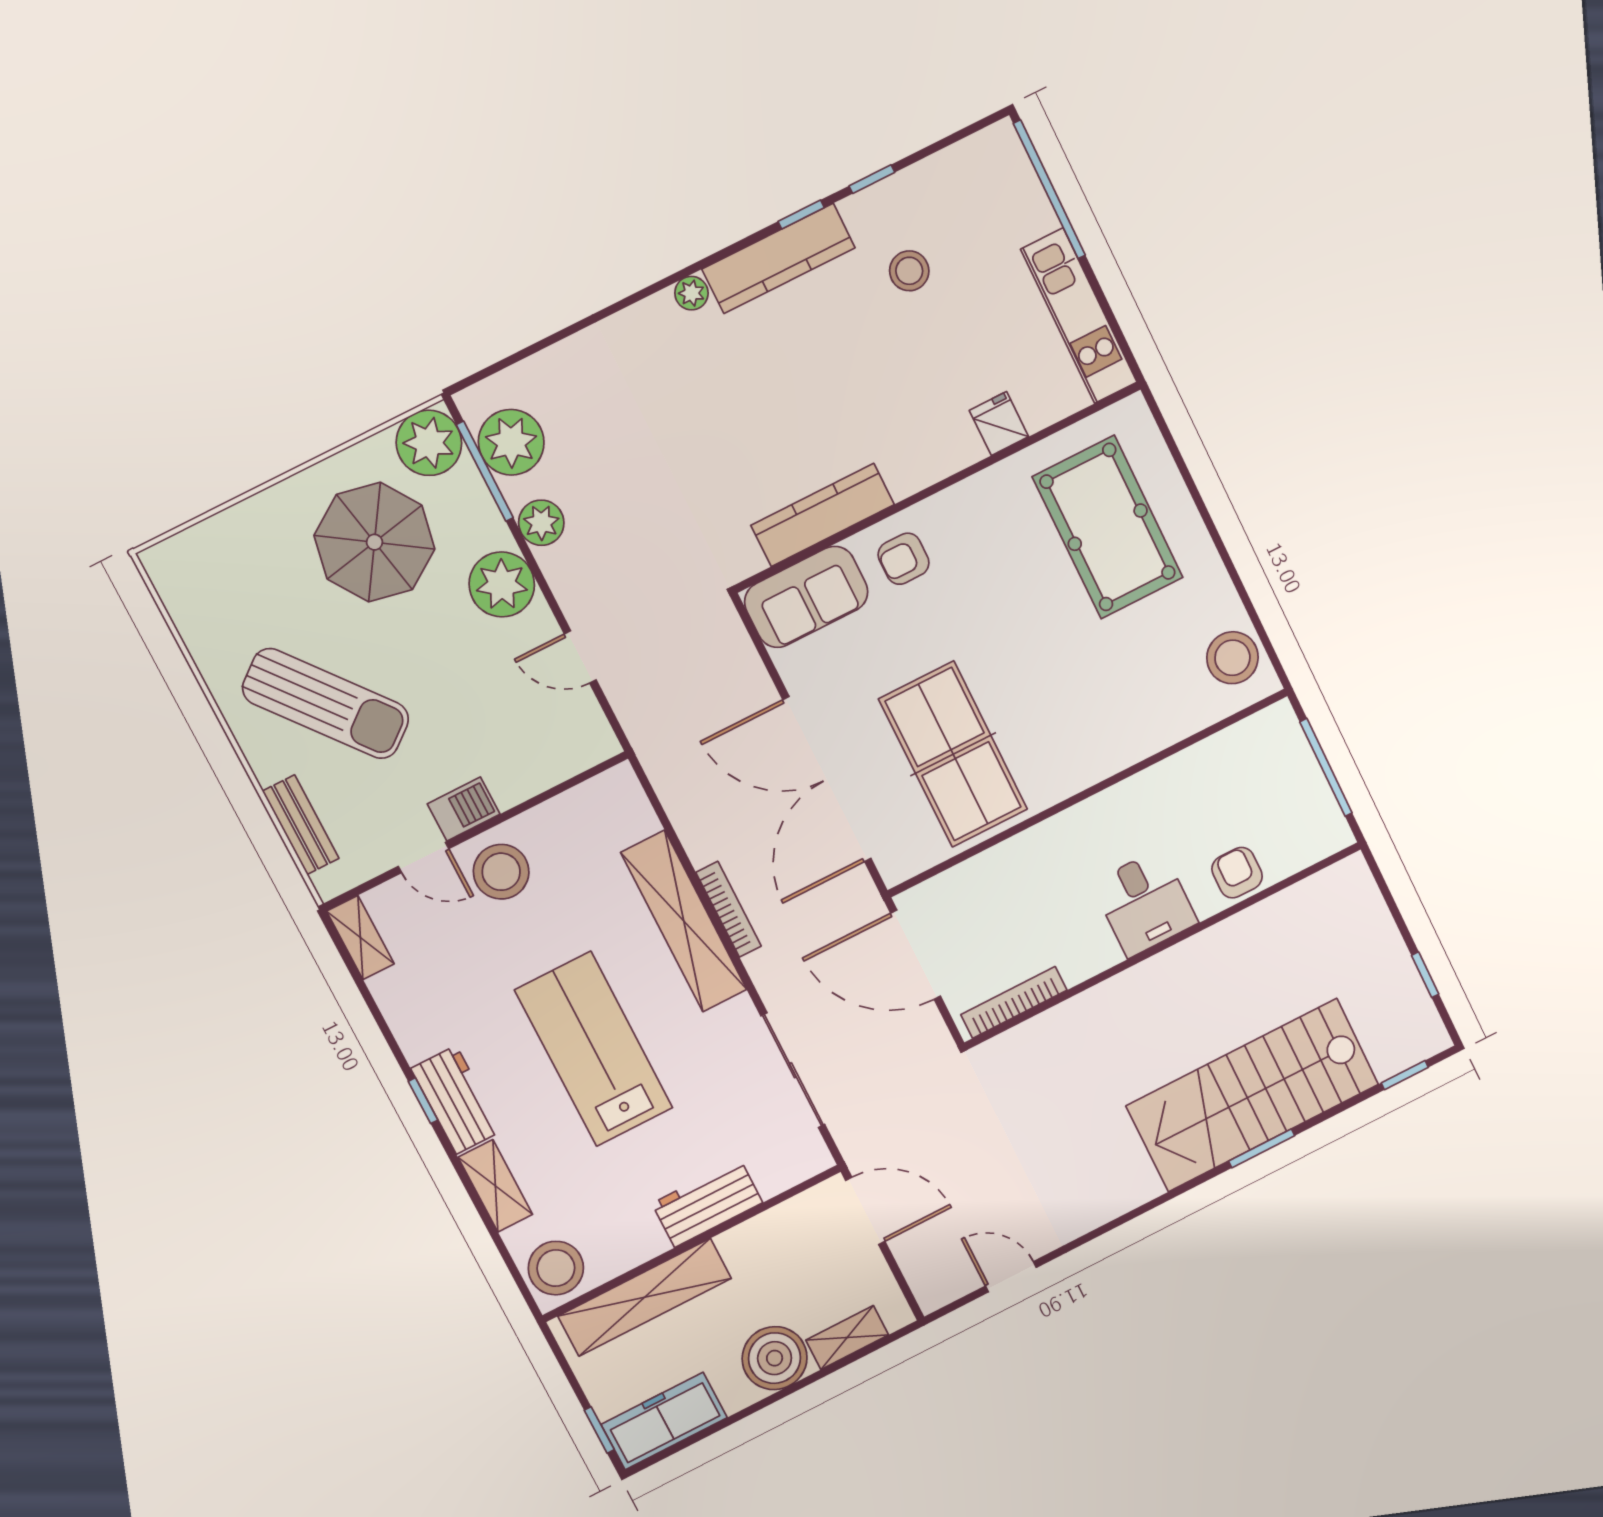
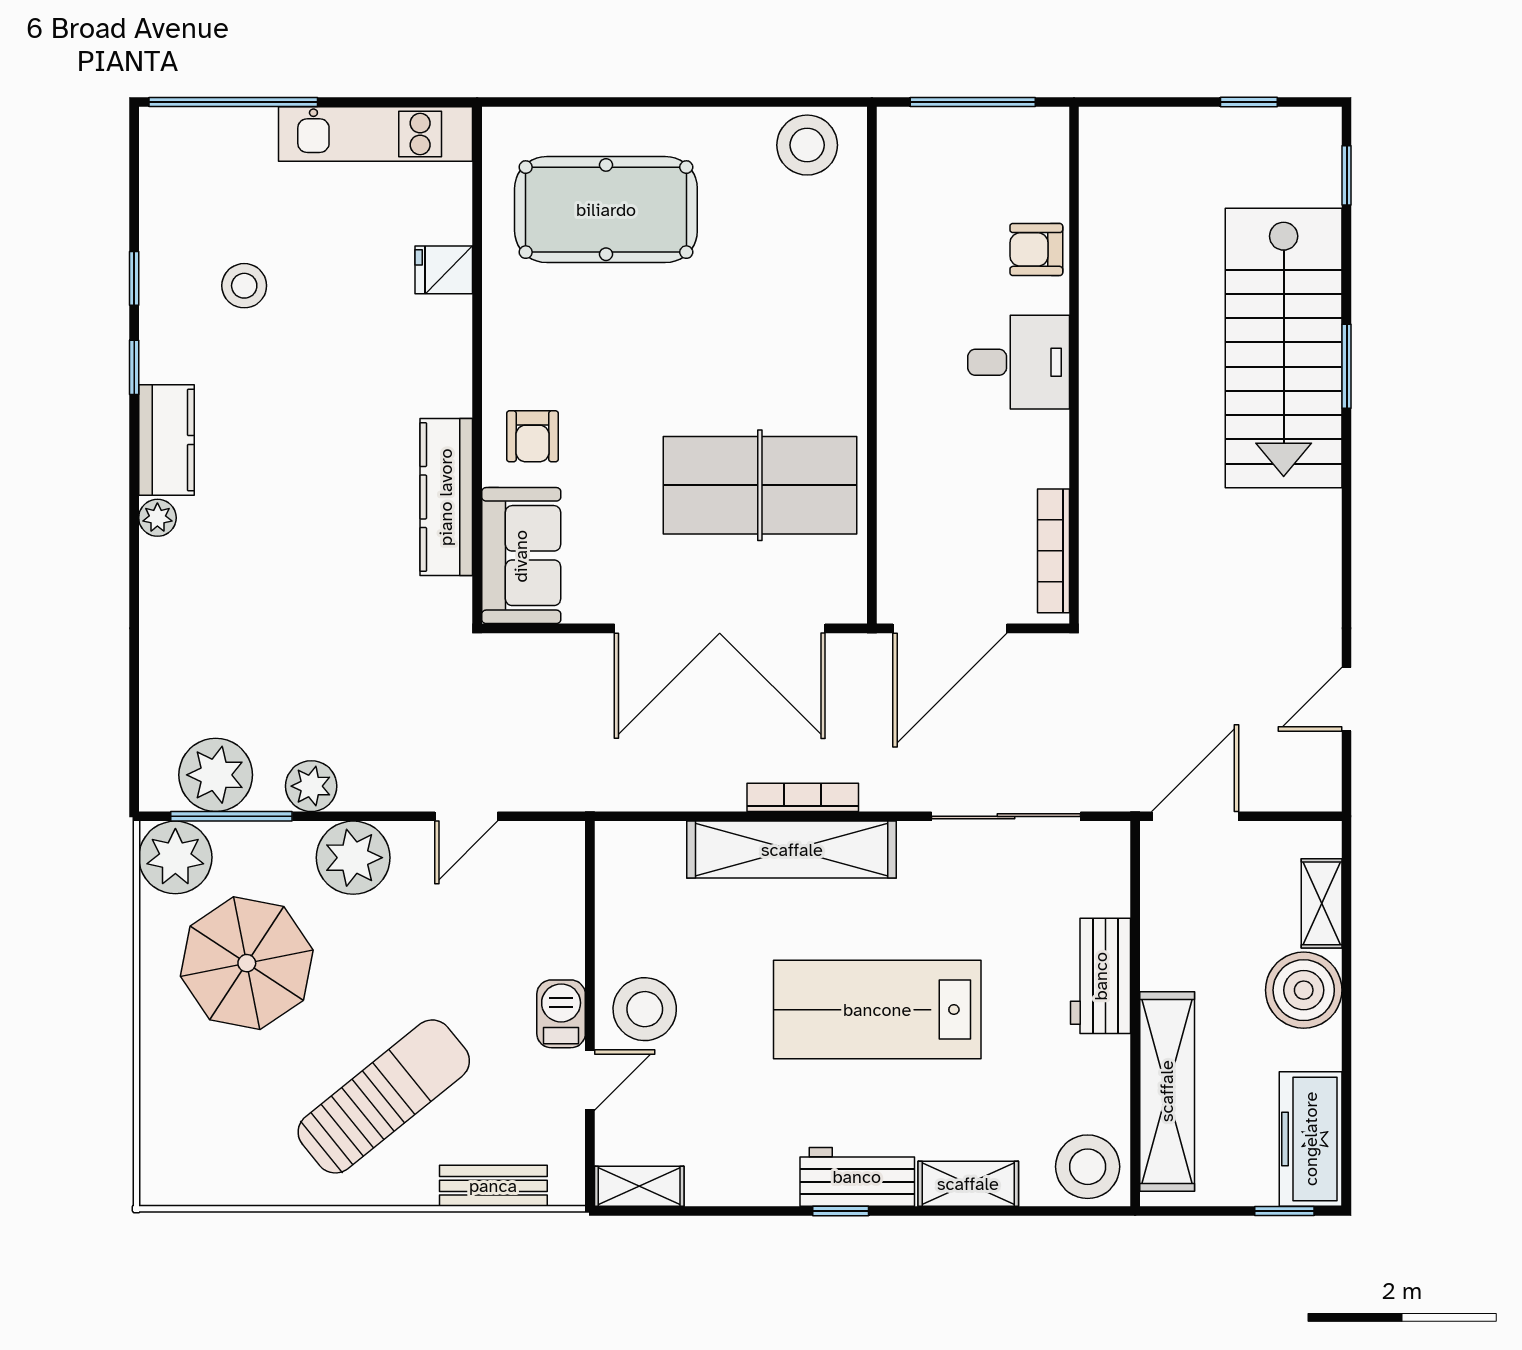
kitchen counter: (779, 258) -> (166, 440), width x0.67

